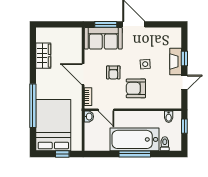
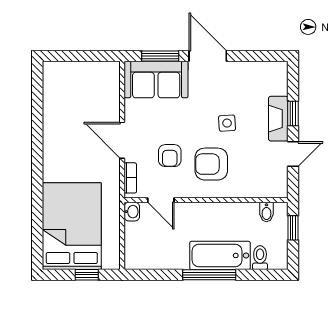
wardrobe: (43, 56) -> (55, 109), removed
armchair: (113, 72) -> (170, 156), moved
window: (33, 106) -> (37, 193), removed
bathtub: (135, 139) -> (220, 255), width x0.73, depth x0.73

